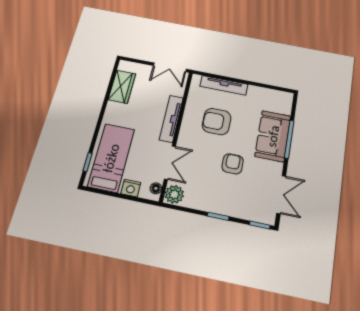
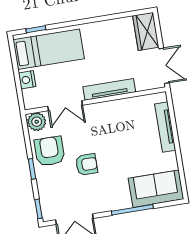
double door: (170, 67) -> (164, 66), swing flipped
wardrobe: (122, 87) -> (146, 31), moved, turned 90
armchair: (217, 121) -> (50, 151), moved
sofa: (273, 136) -> (156, 189), moved
floor lamp: (156, 188) -> (36, 103), removed

